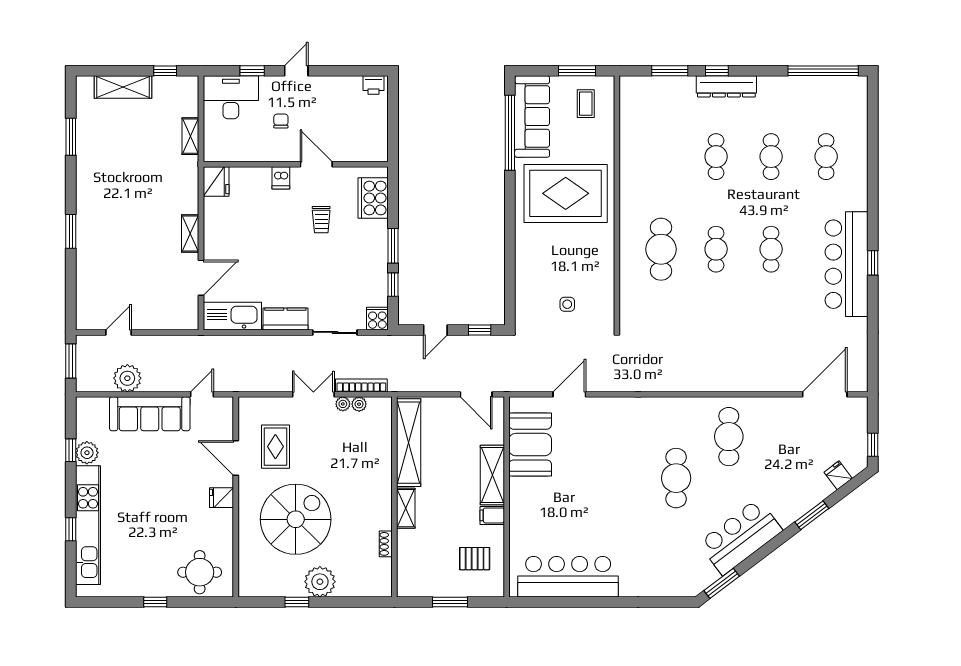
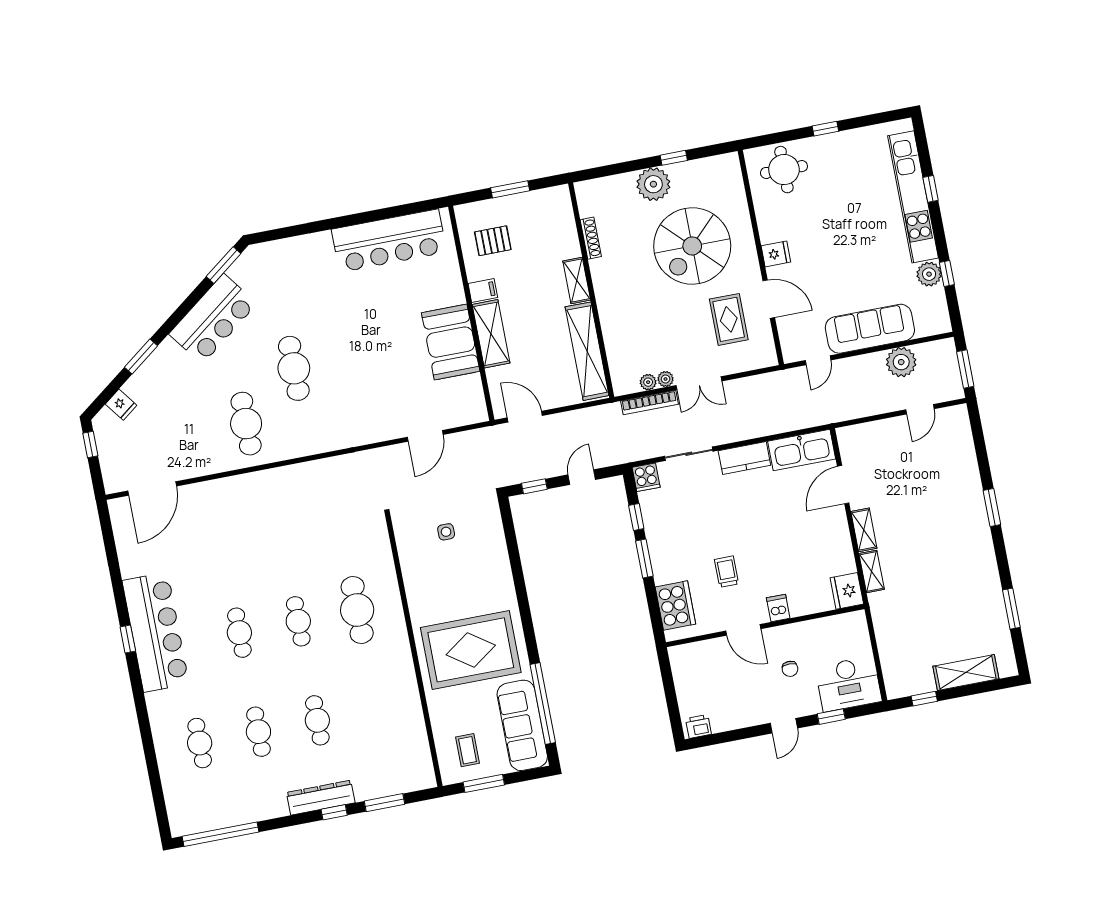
shelving: (190, 136) -> (872, 571), moved
booth: (530, 445) -> (451, 342), moved
shoe rack: (386, 544) -> (591, 238), width x1.43

